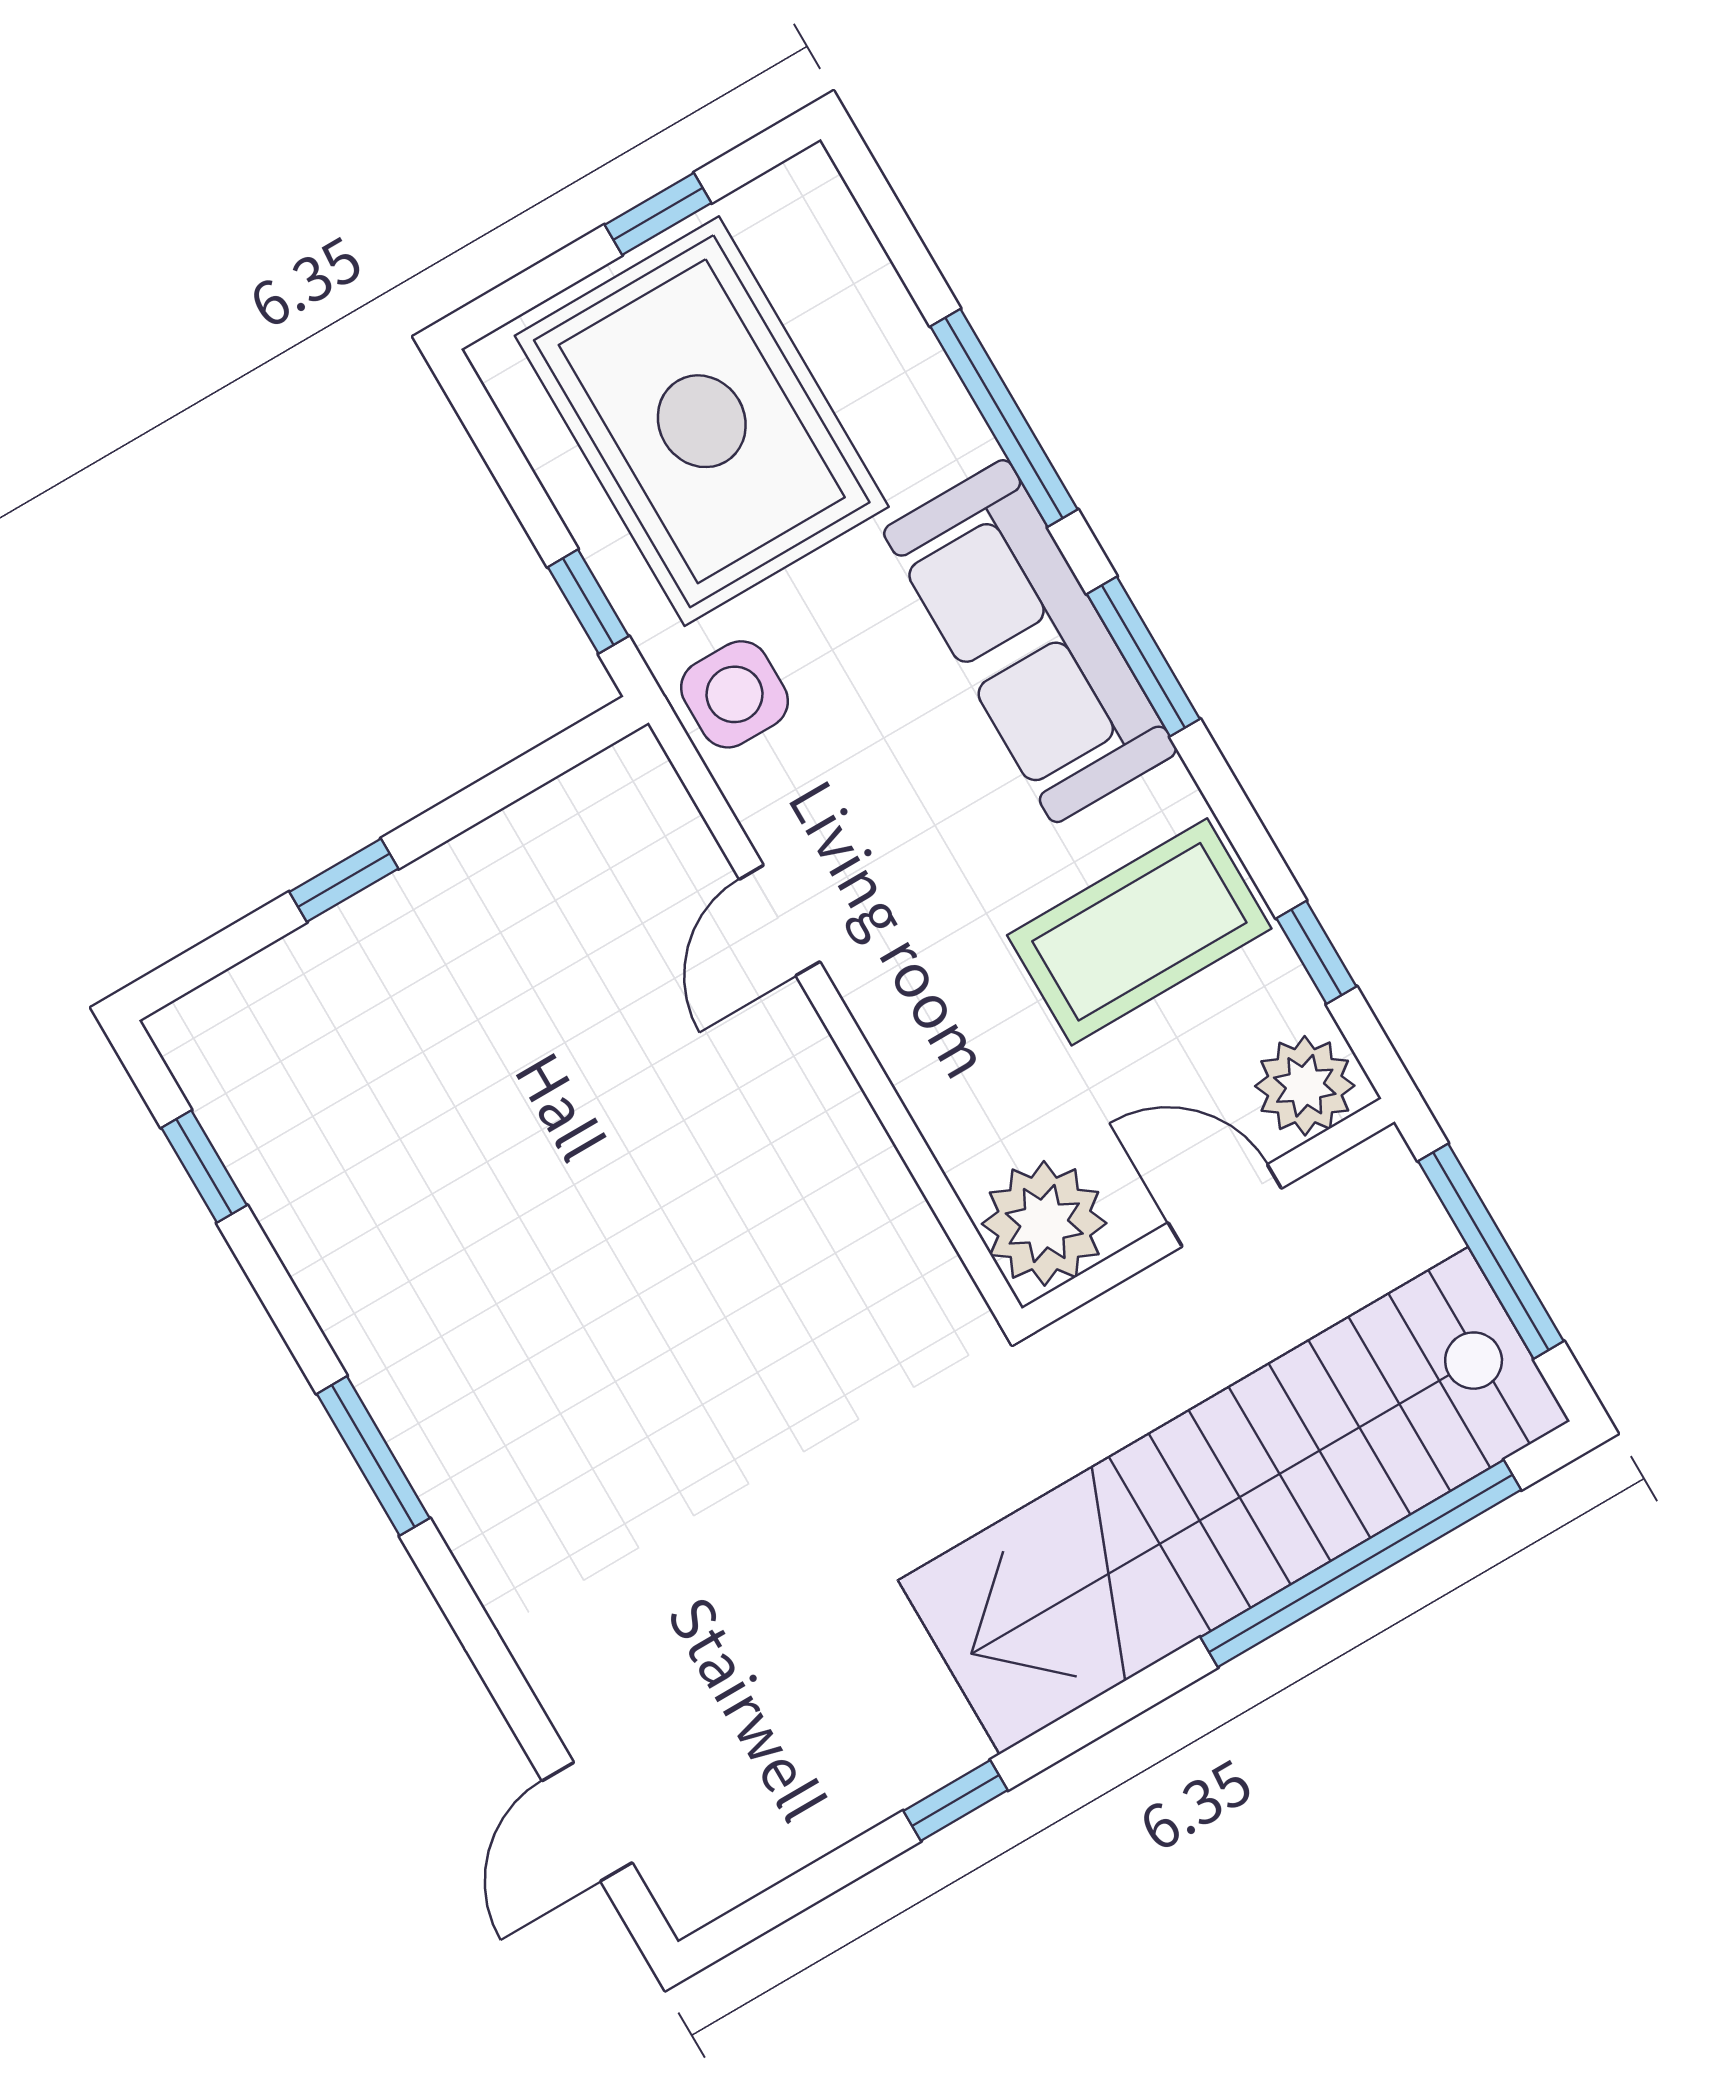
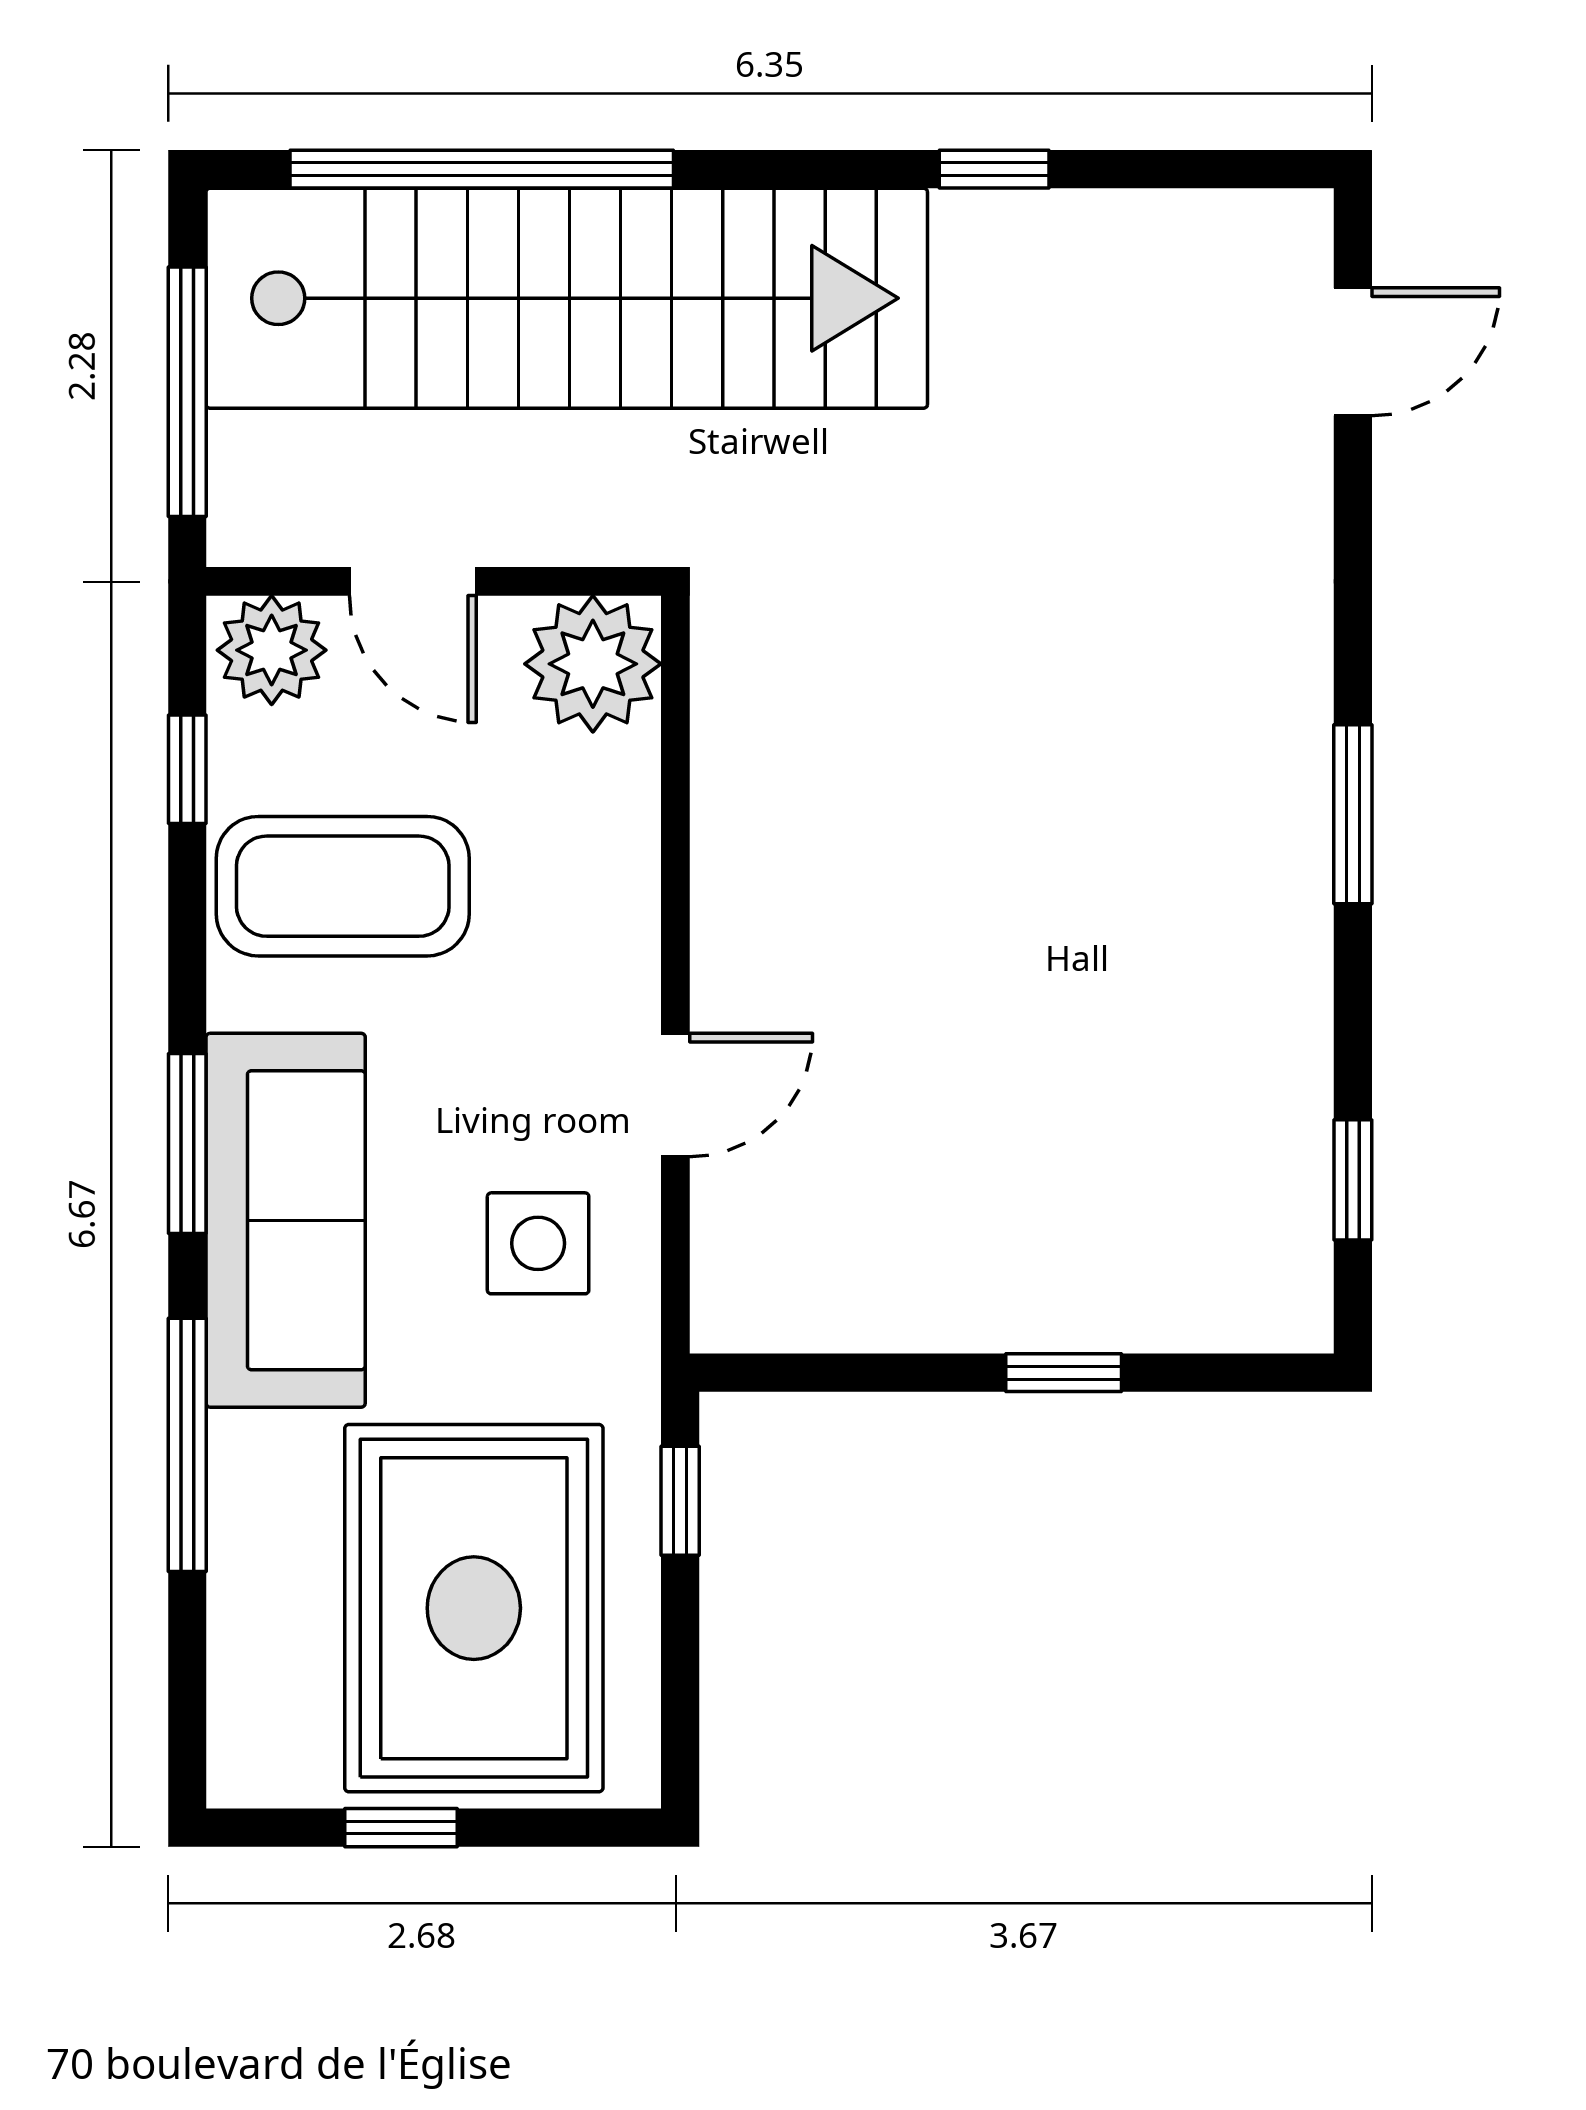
side table: (734, 694) -> (538, 1243), moved

